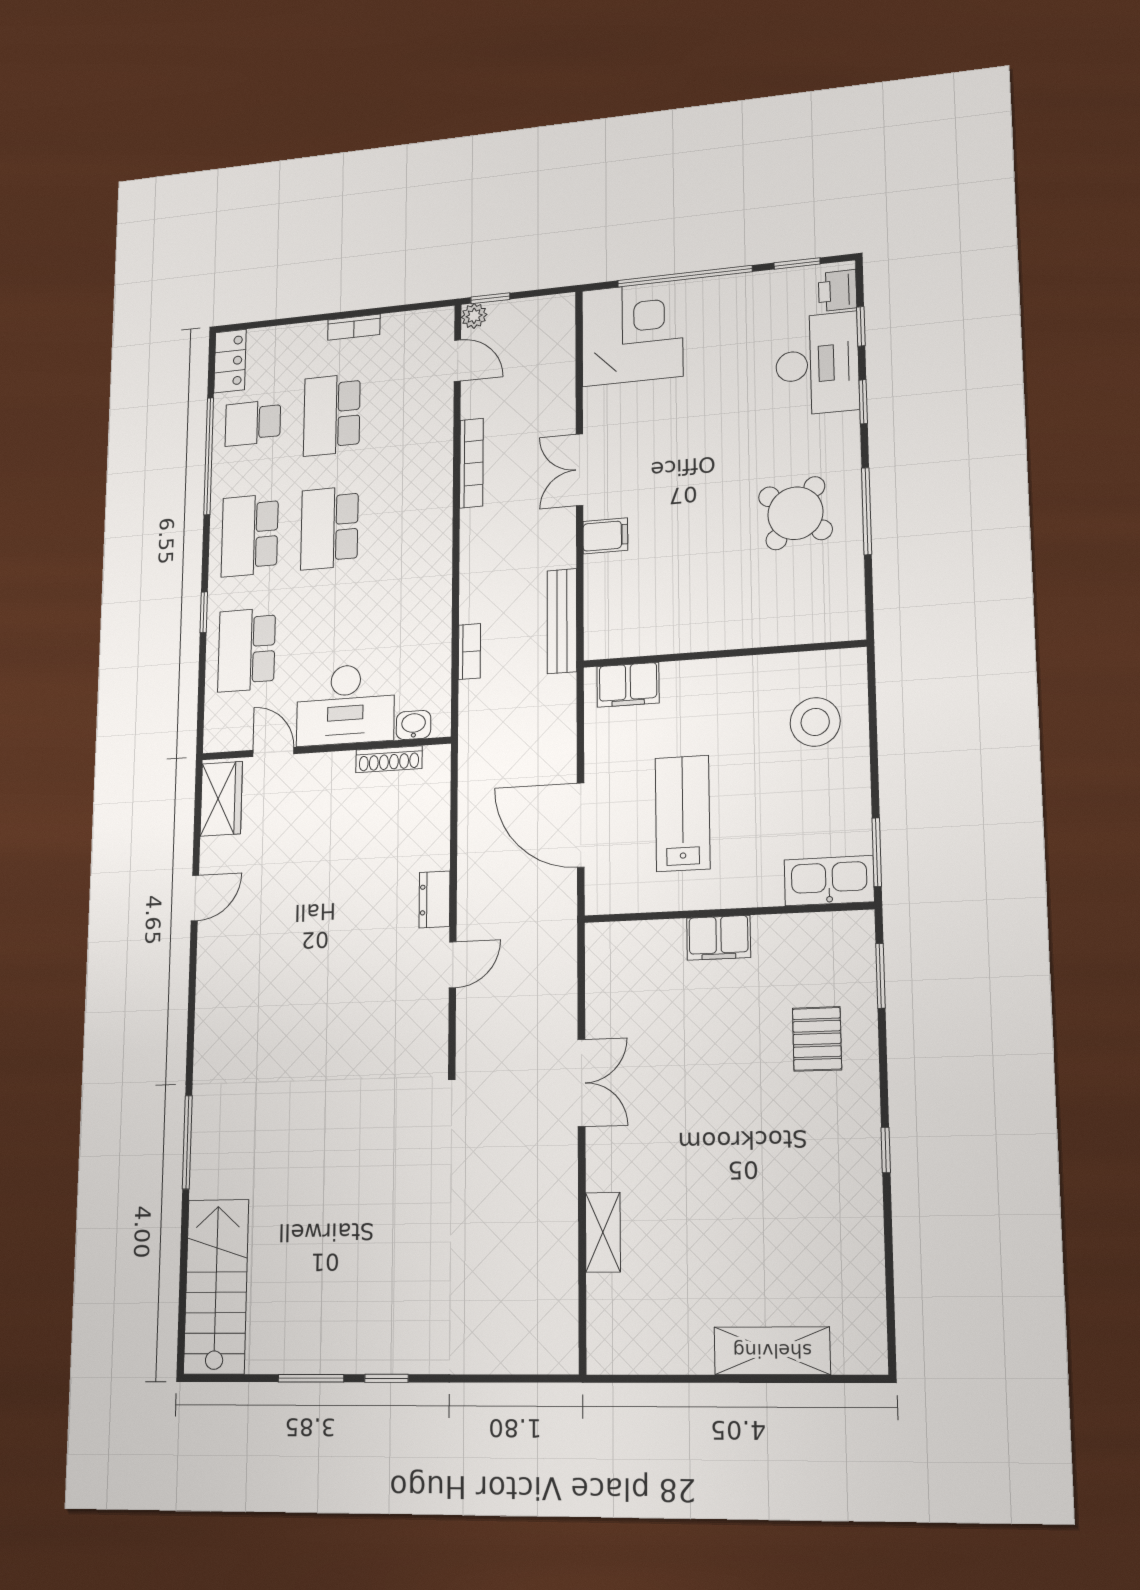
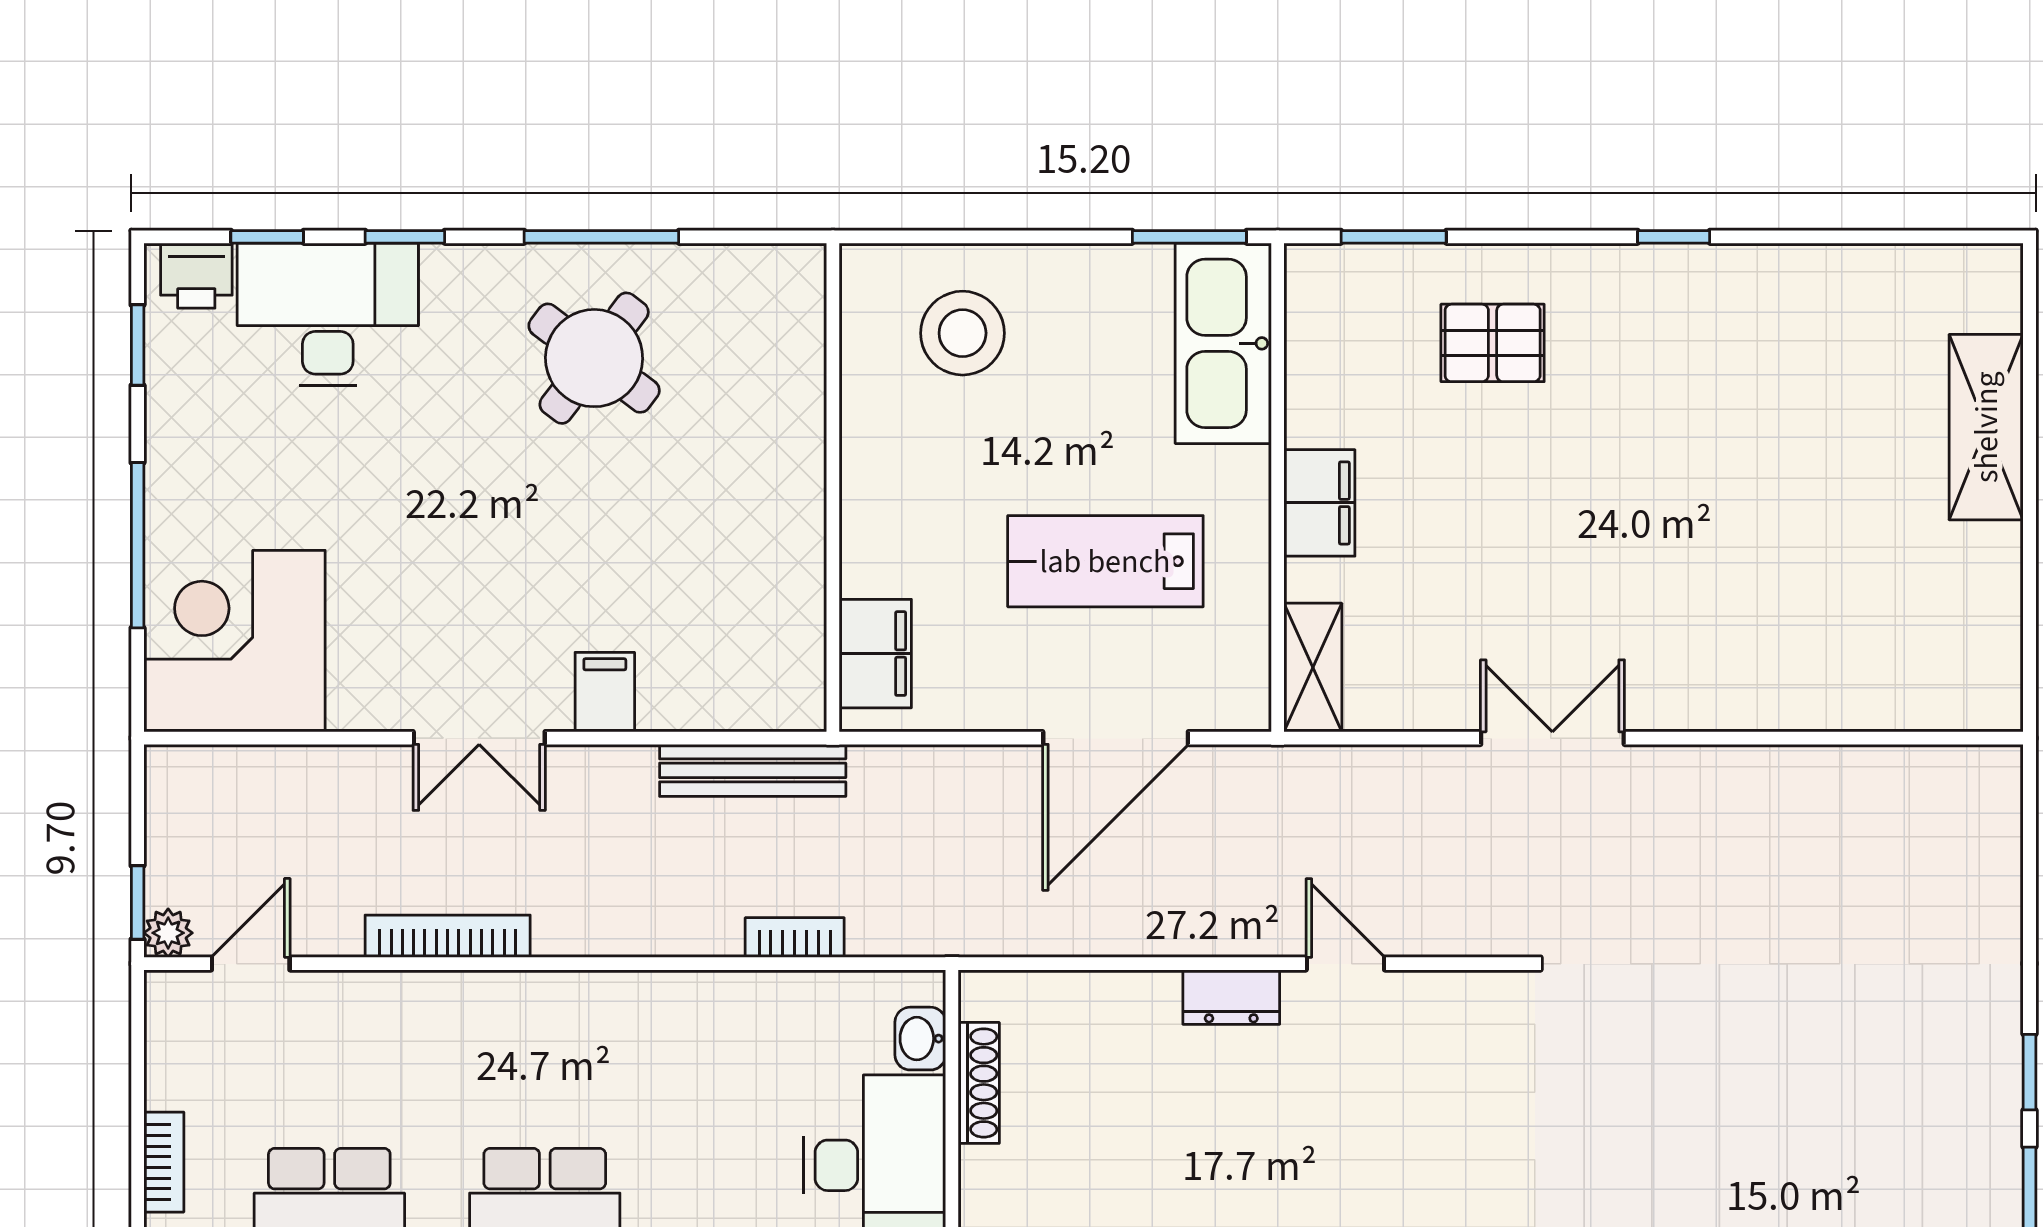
window: (685, 276) -> (138, 545), width x0.68
kitchen sink: (829, 881) -> (1223, 343), width x1.36, depth x1.24
shelving: (603, 1232) -> (1313, 667), moved, turned 90

